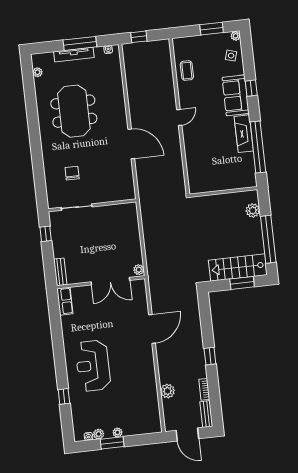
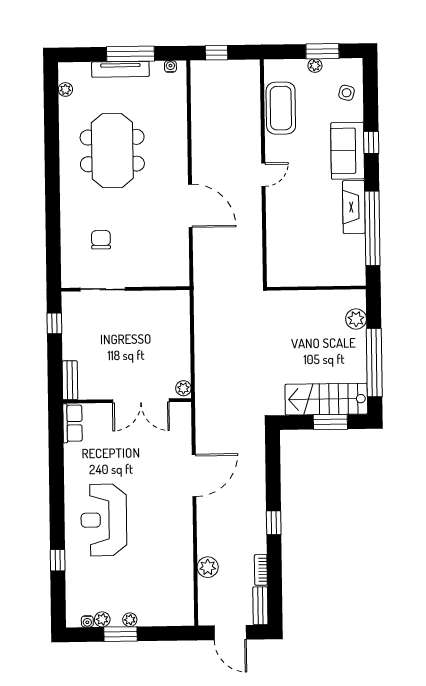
plant: (236, 36) -> (315, 66), moved
coffee table: (187, 71) -> (281, 108), width x1.86, depth x1.72

